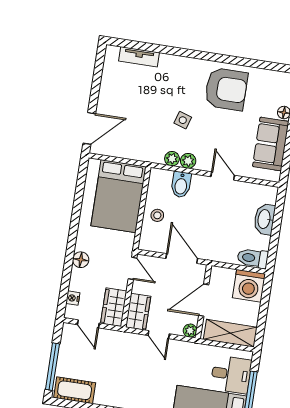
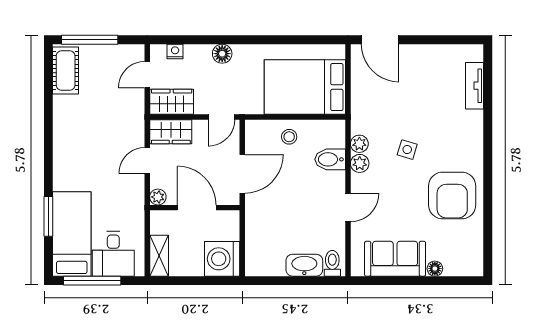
toilet: (253, 258) -> (332, 263), moved, width x0.73, depth x0.72
shelving: (230, 333) -> (159, 256), width x0.67, depth x0.75

